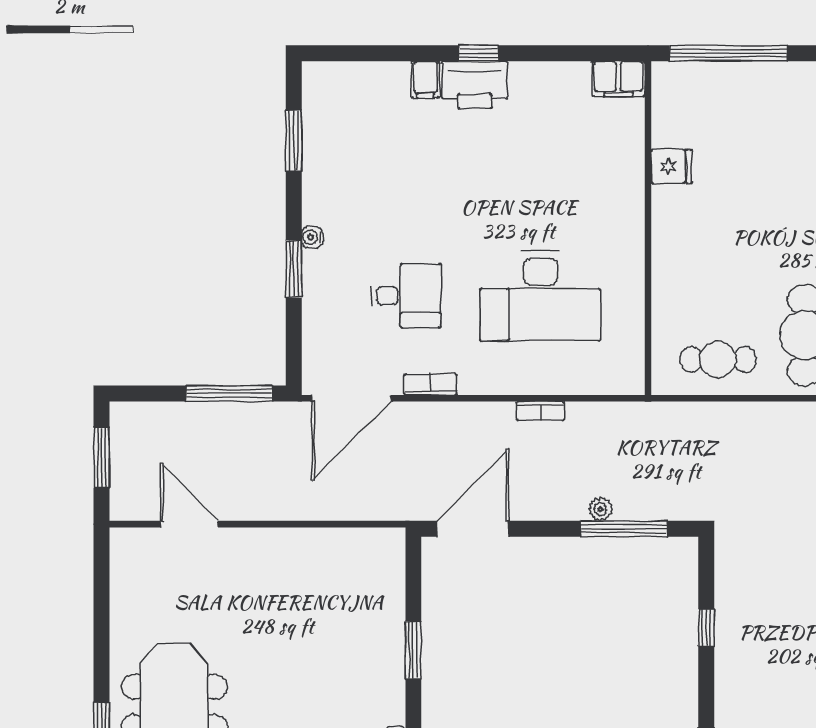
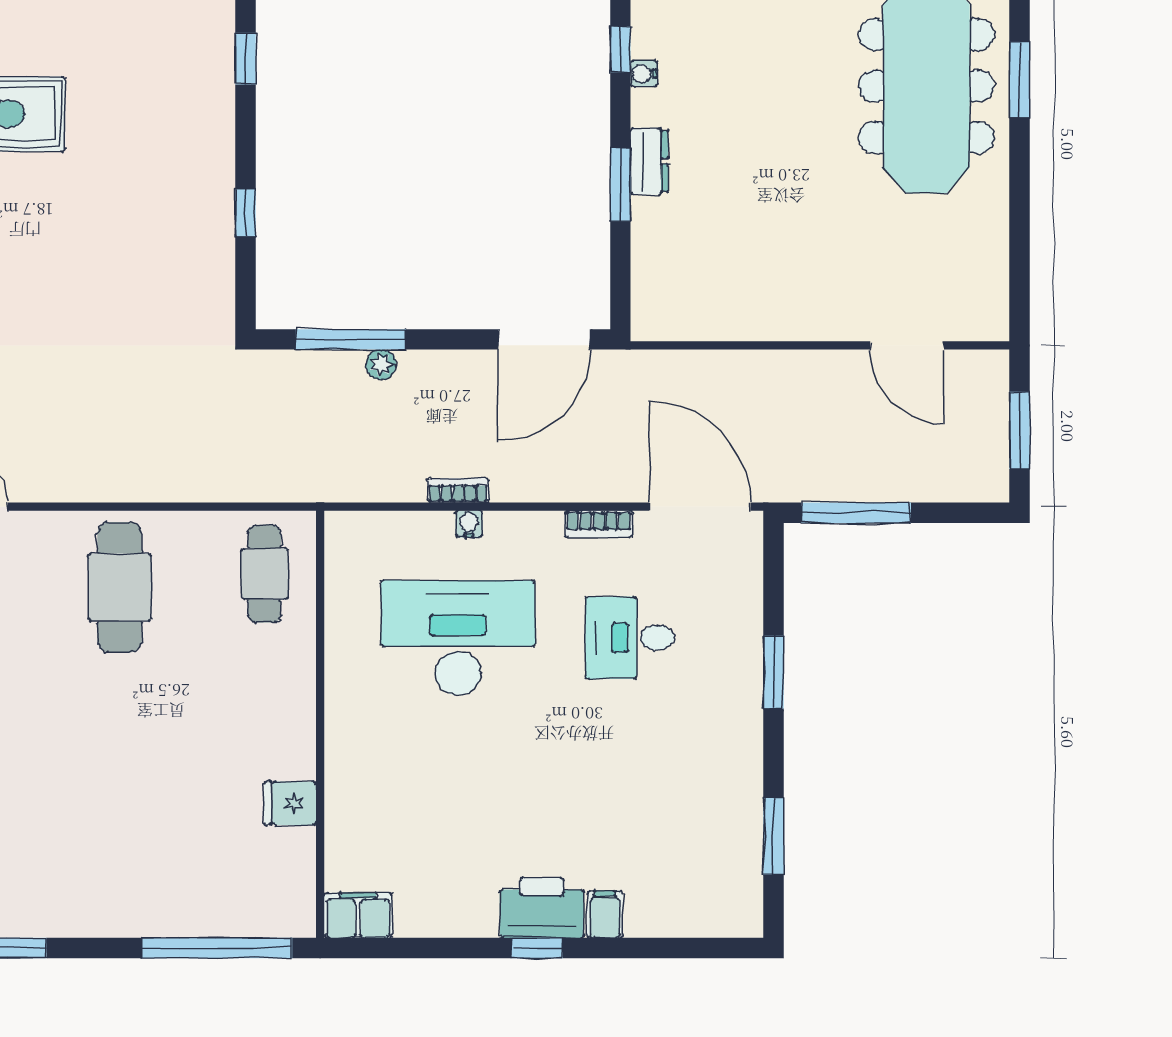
water cooler: (312, 237) -> (469, 524), moved, turned -90
cafe table: (718, 359) -> (265, 574), moved, turned 90
door: (351, 398) -> (700, 507), hinge flipped
dresser: (391, 668) -> (649, 161), added

